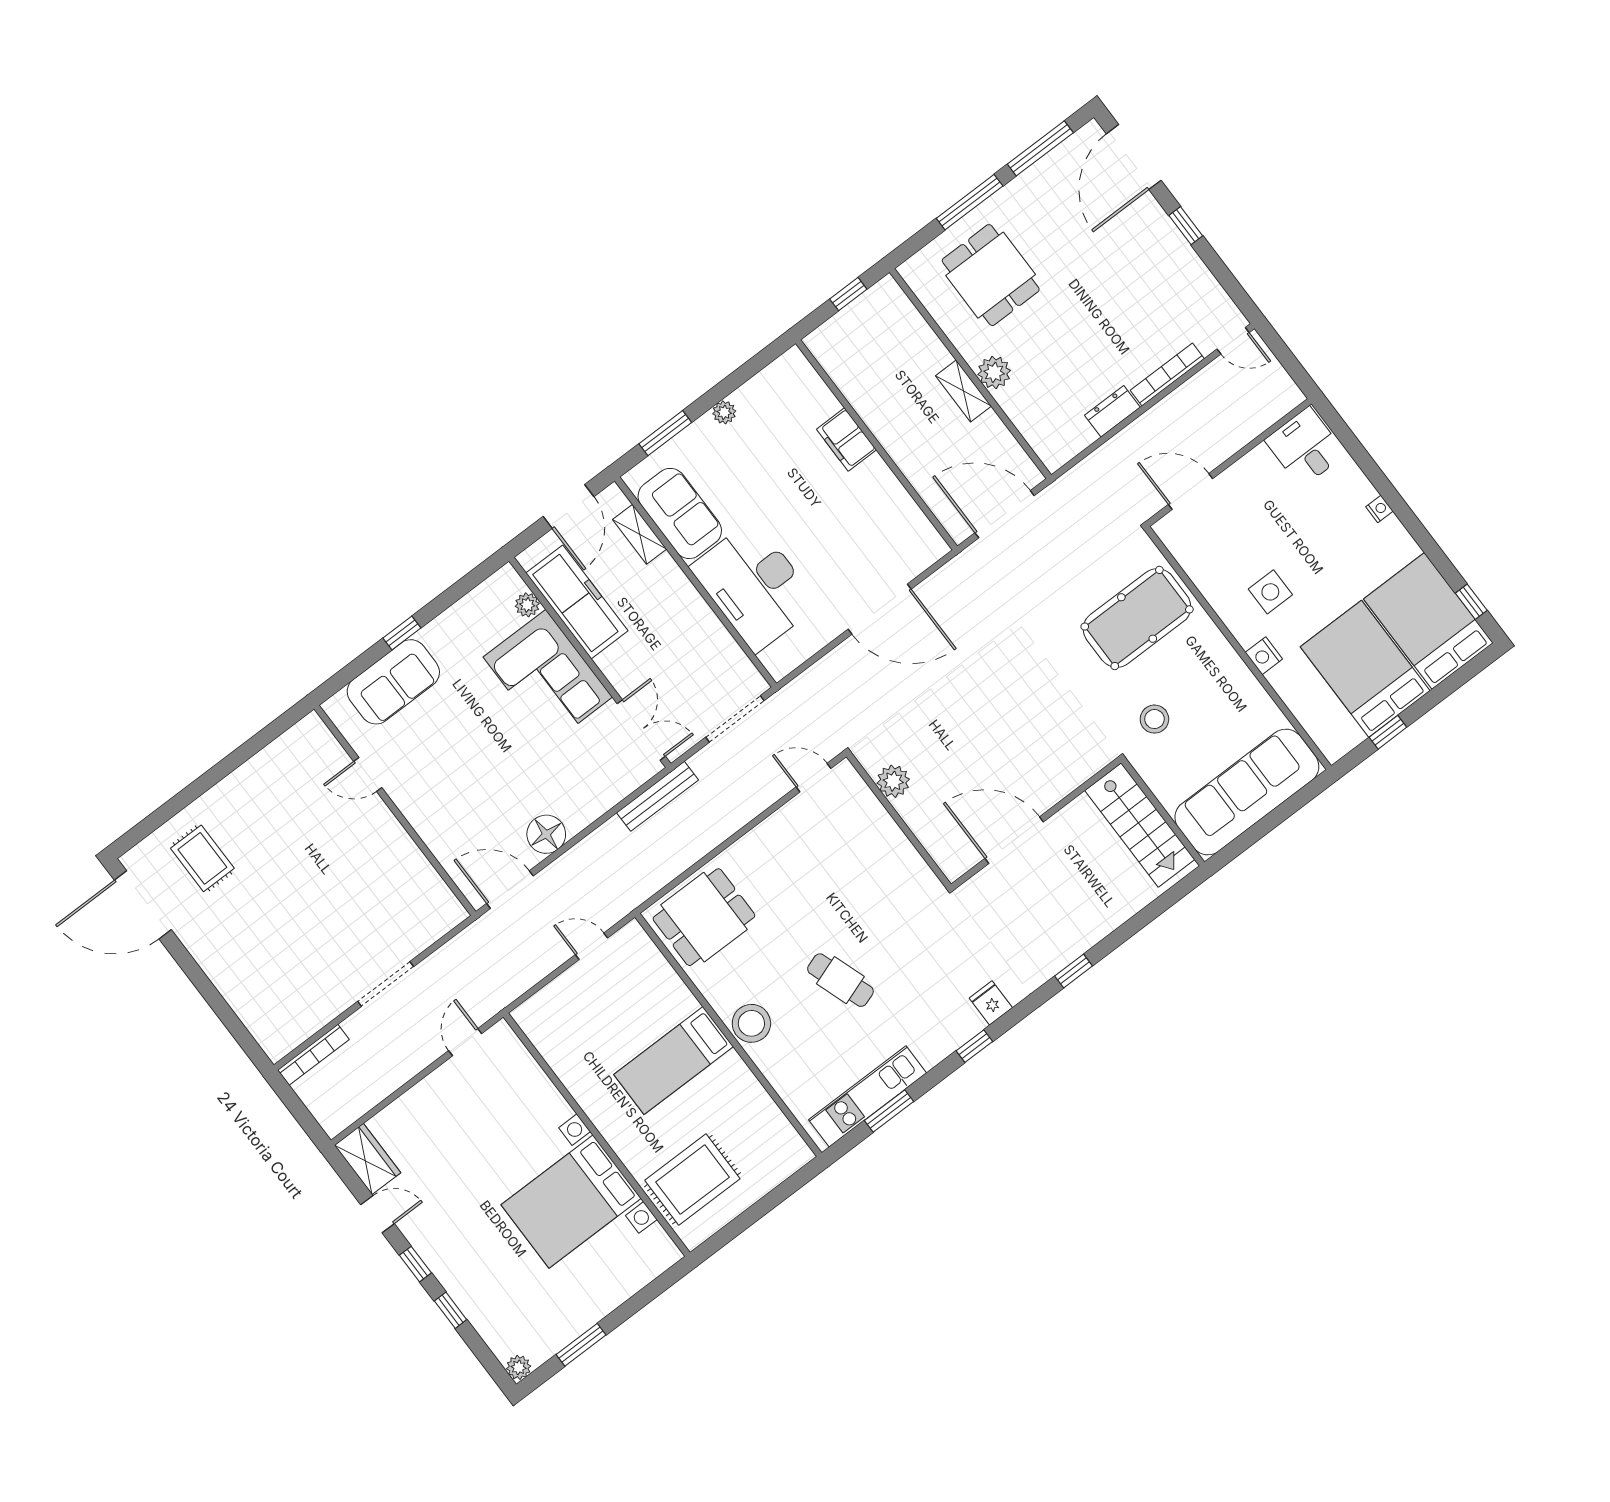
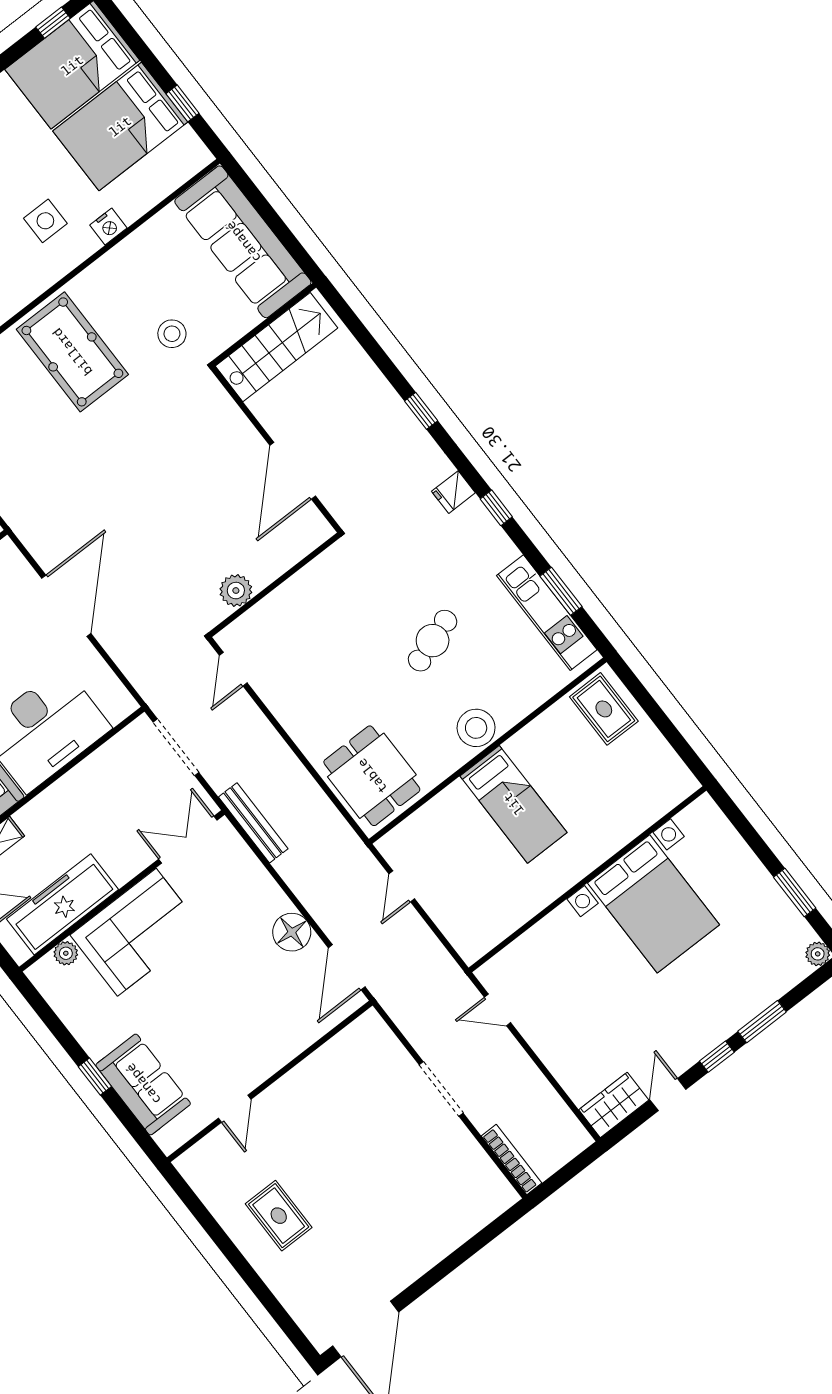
rug: (202, 858) -> (279, 1216), moved, turned 90
rug: (692, 1180) -> (604, 709), moved, width x0.73, depth x0.70
window: (451, 1310) -> (762, 1022), width x1.50

